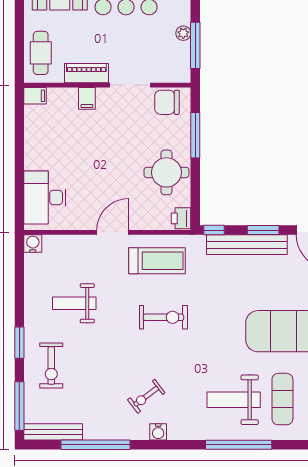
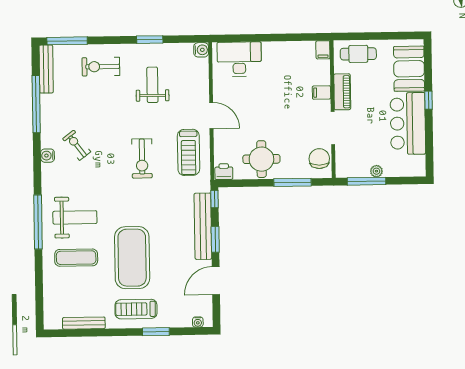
window: (19, 343) -> (150, 40), moved
weight bench: (234, 400) -> (75, 217), turned 90

